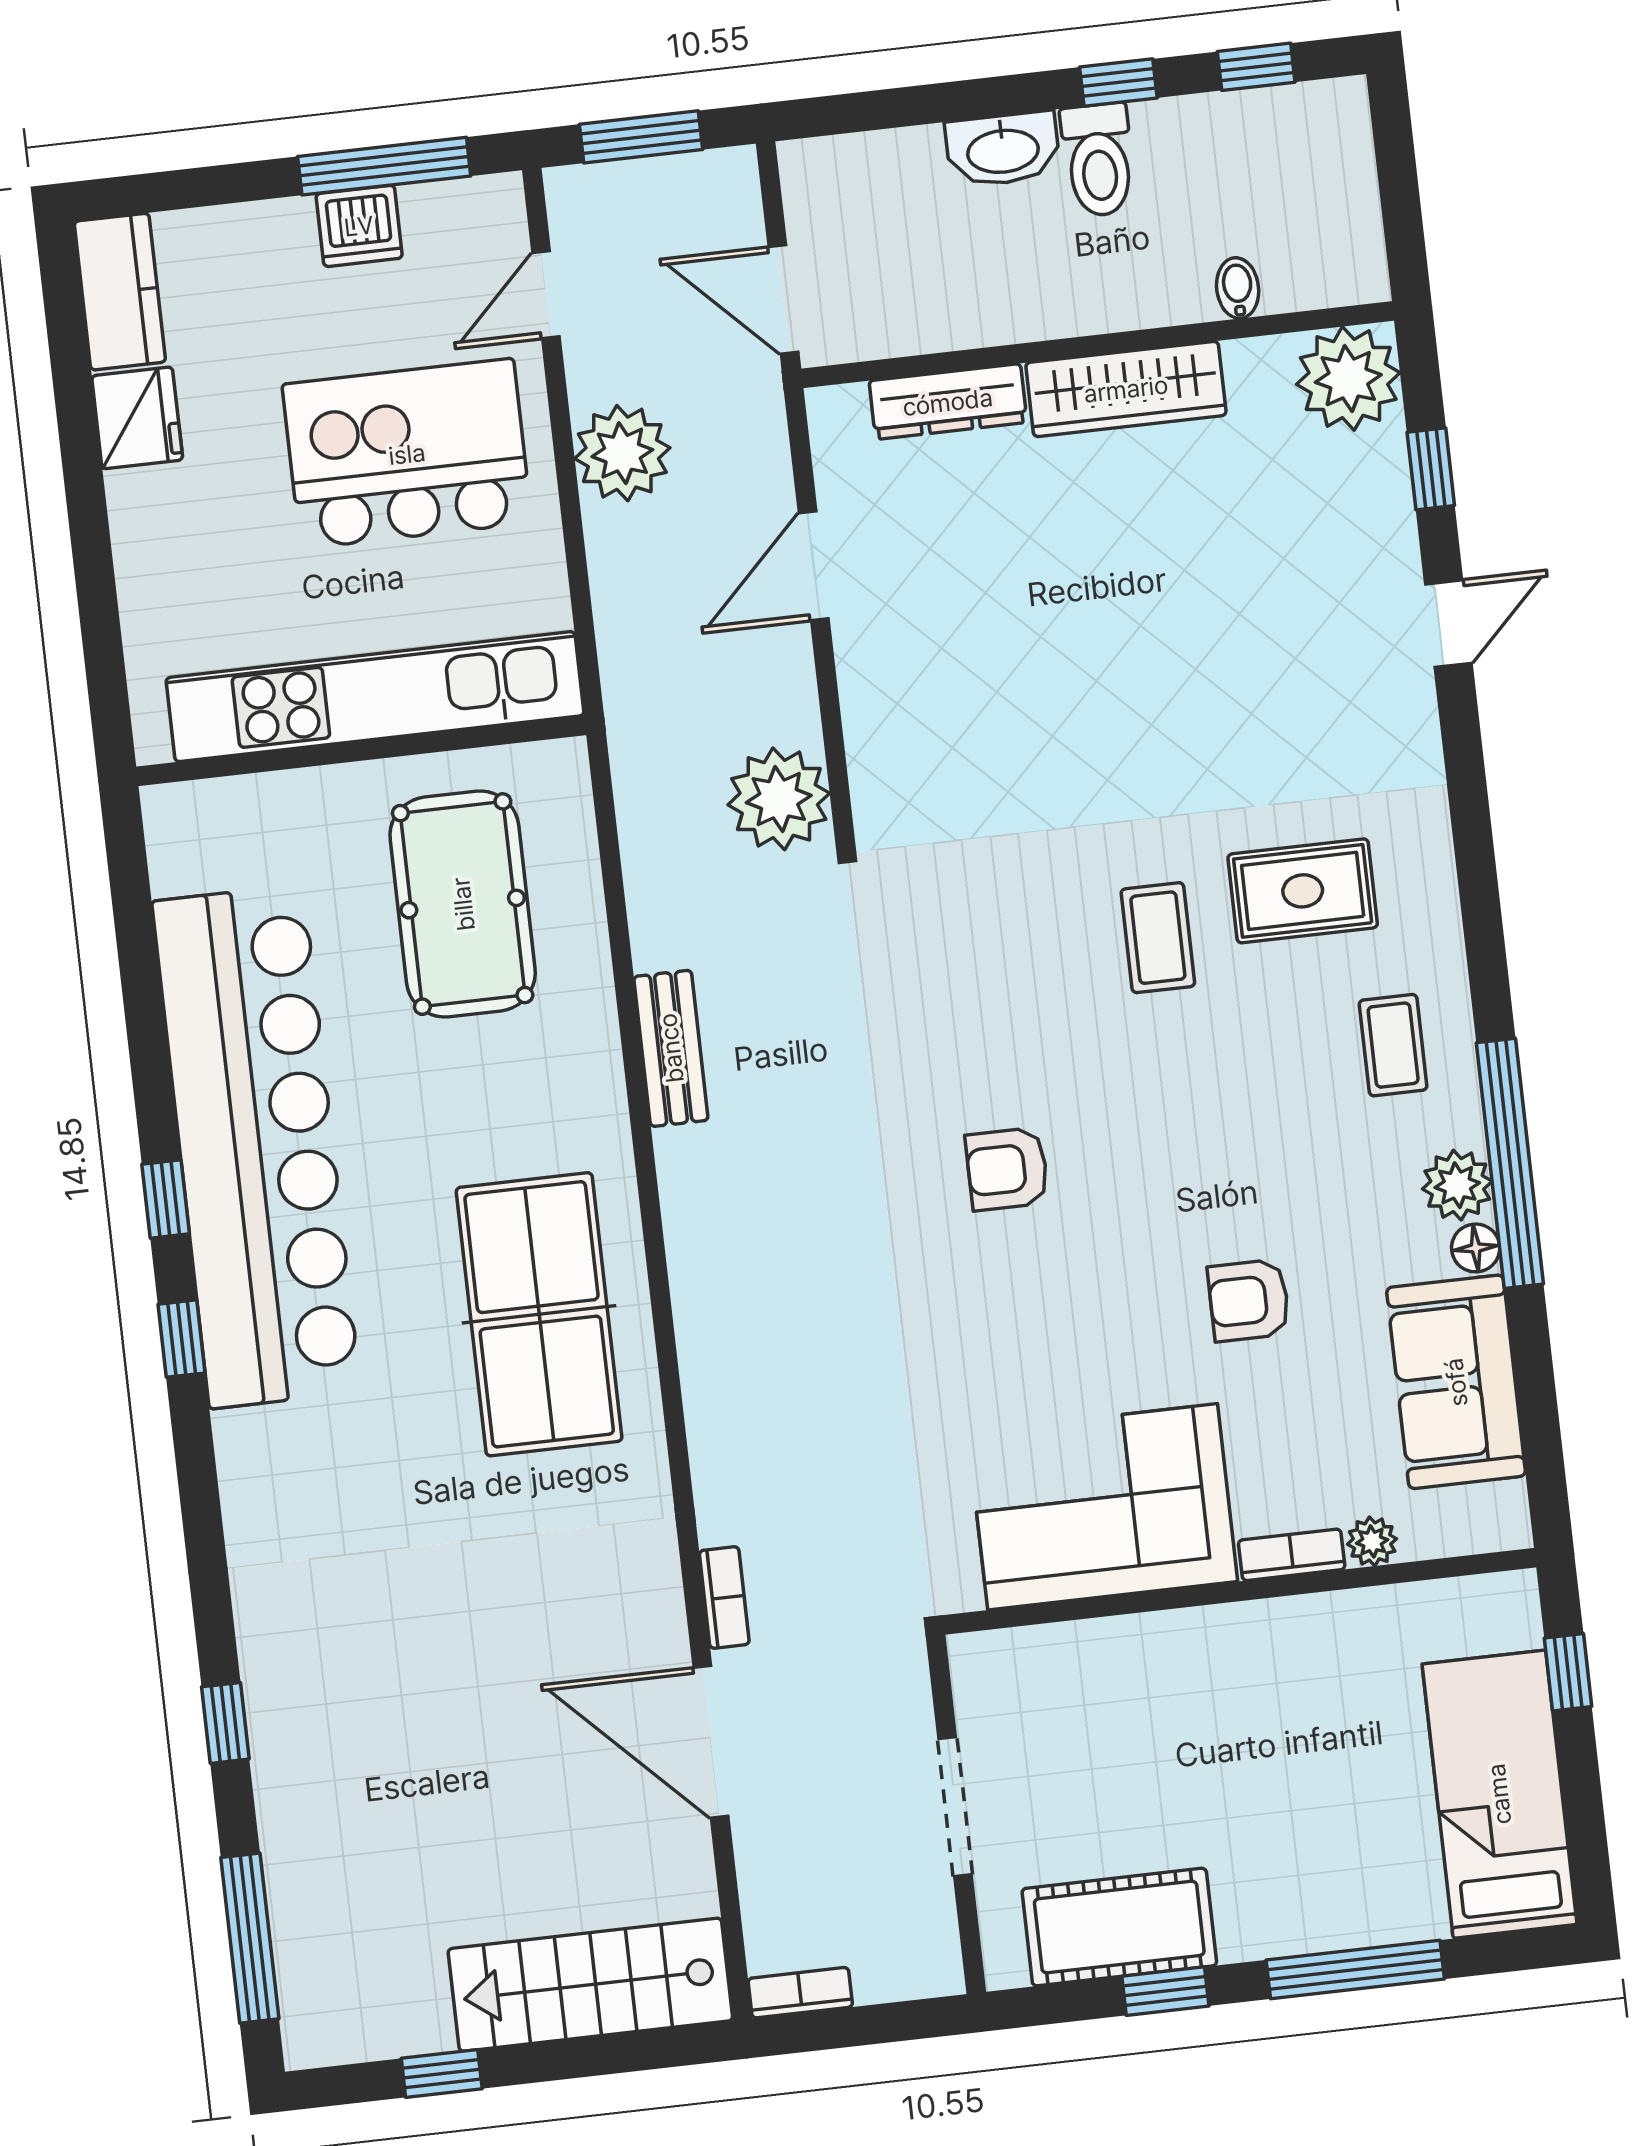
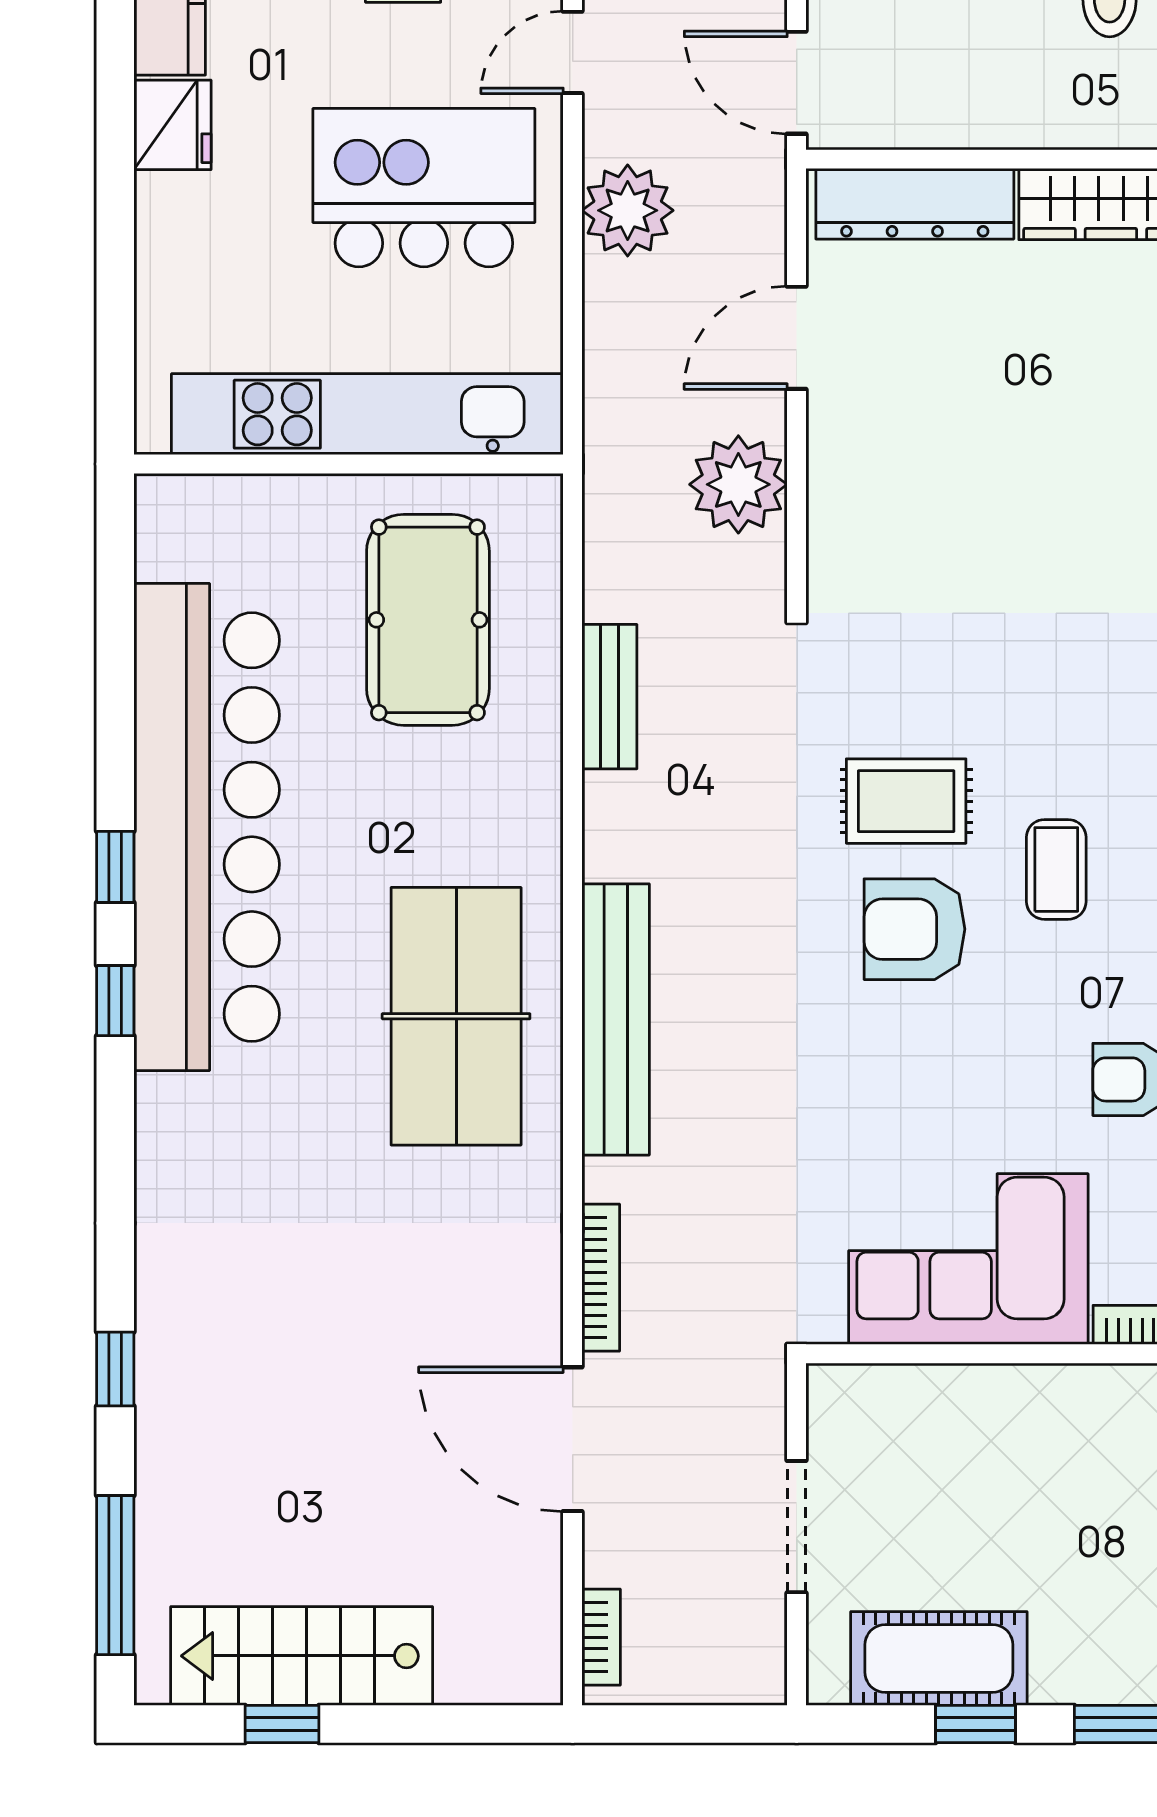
dresser: (948, 402) -> (915, 204), width x1.37, depth x1.24
plant: (779, 799) -> (738, 484), moved
coffee table: (1158, 938) -> (1056, 869), moved
rug: (983, 1036) -> (906, 801), added
bench: (671, 1048) -> (609, 697), moved
armchair: (1007, 1169) -> (914, 929), width x1.38, depth x1.38
bench: (706, 1299) -> (616, 1019), added
bookcase: (724, 1597) -> (601, 1278), width x1.56
stairs: (590, 1985) -> (302, 1656), moved
bookcase: (800, 1993) -> (601, 1637), moved, turned 90

